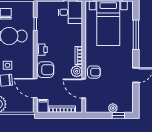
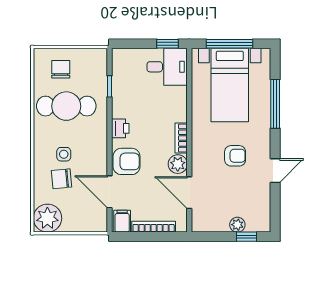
armchair: (94, 72) -> (235, 156), moved

